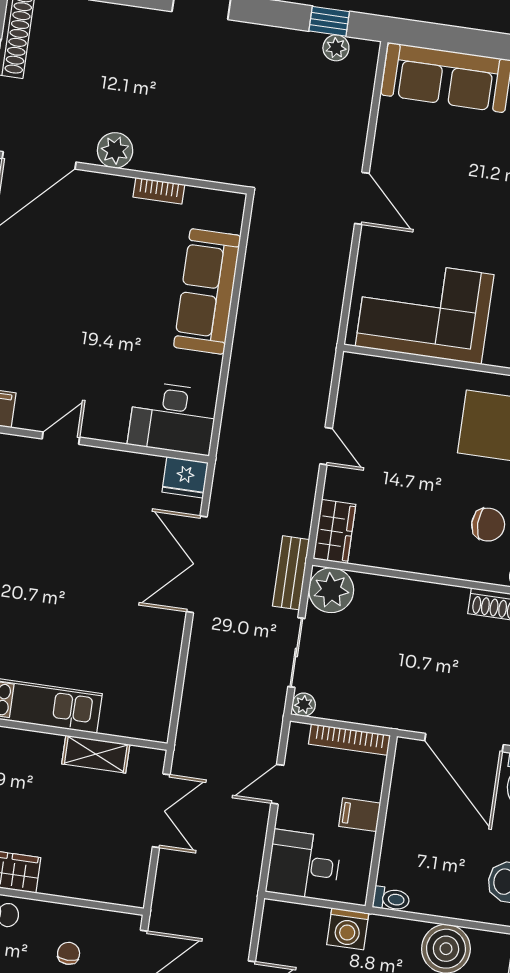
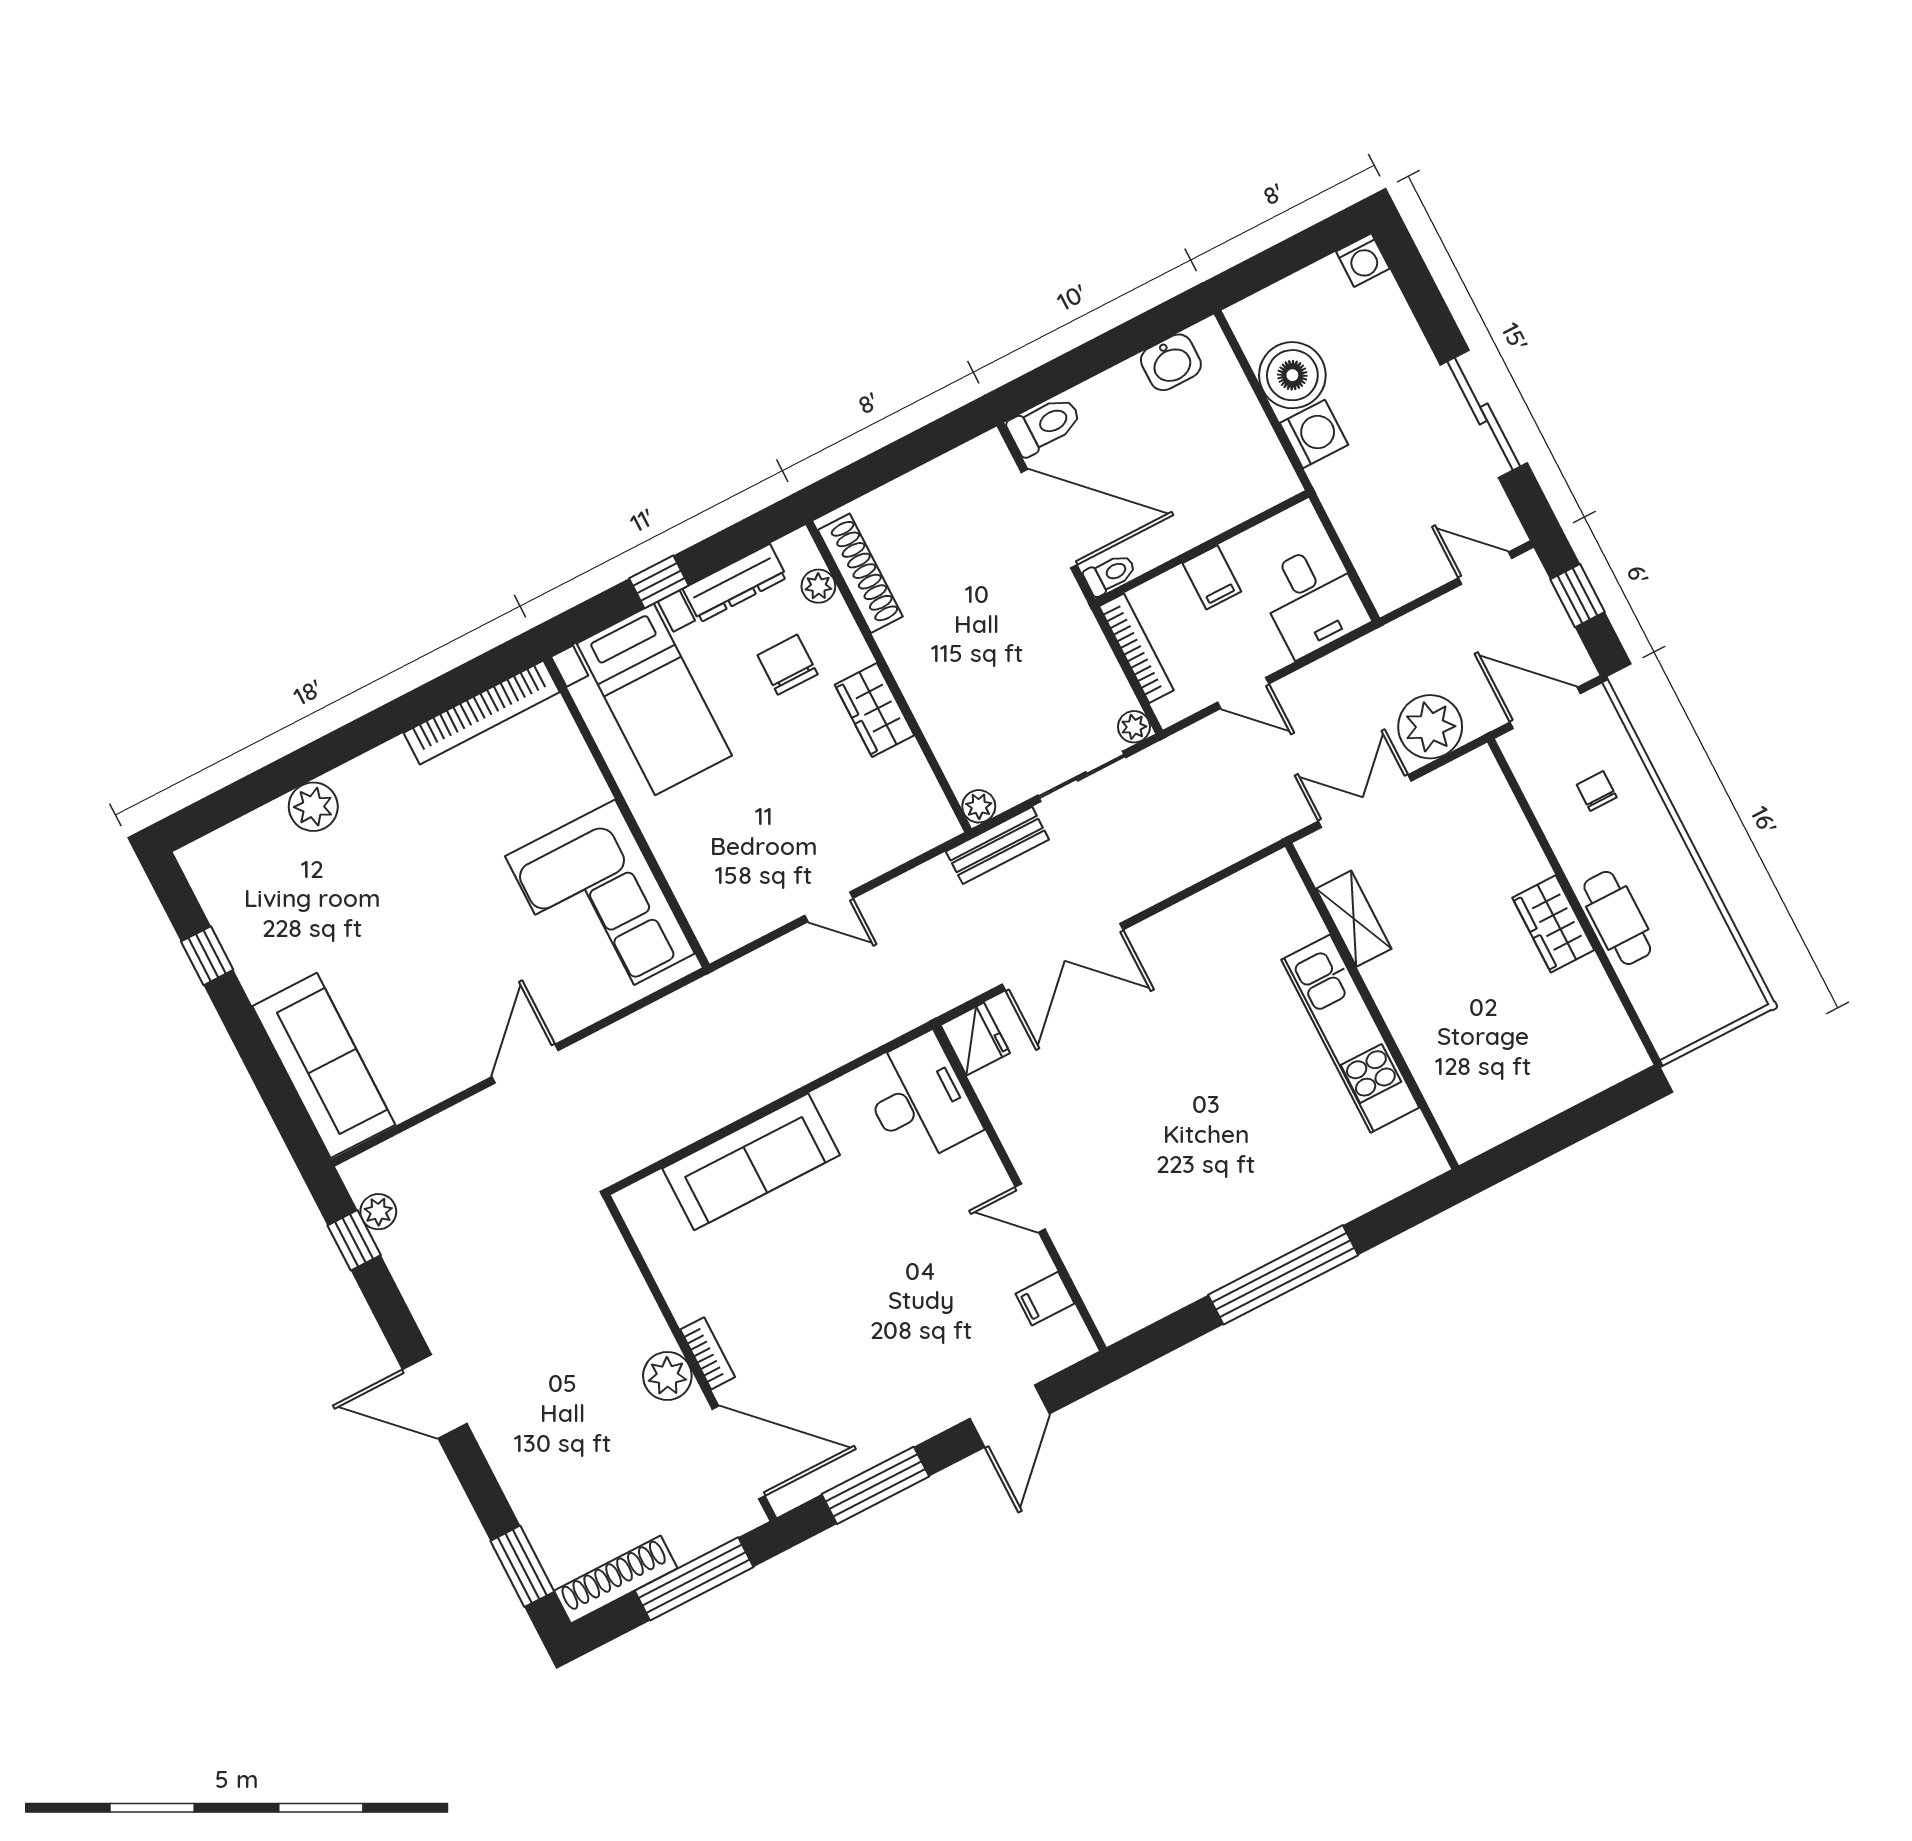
bookcase: (159, 191) -> (708, 1353), moved
door: (326, 446) -> (829, 907), swing flipped
wardrobe: (334, 531) -> (874, 710), moved, turned -90
plant: (331, 590) -> (979, 806), width x0.53, depth x0.53
door: (464, 743) -> (1049, 519), hinge flipped
plant: (178, 881) -> (1430, 727), added
toilet: (391, 899) -> (1110, 574), moved, turned 90
washing machine: (348, 929) -> (1314, 434), moved
chair: (69, 953) -> (1597, 791), turned 90

